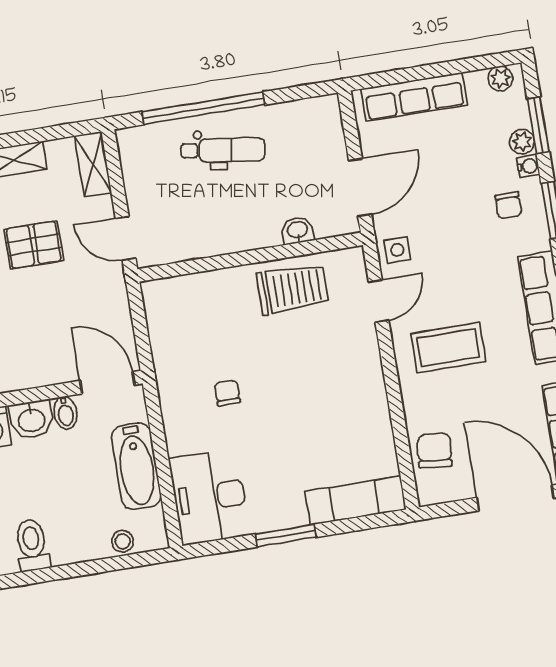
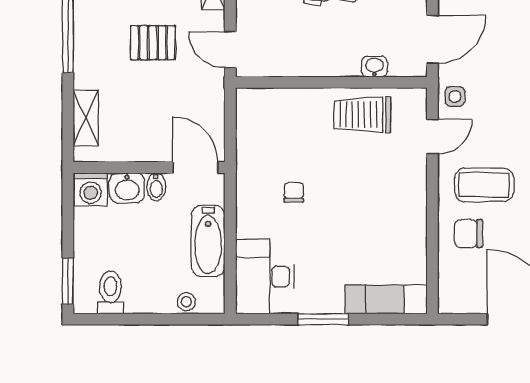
trolley: (293, 289) -> (362, 115), turned 180
chair: (435, 451) -> (468, 234), moved, turned -96

